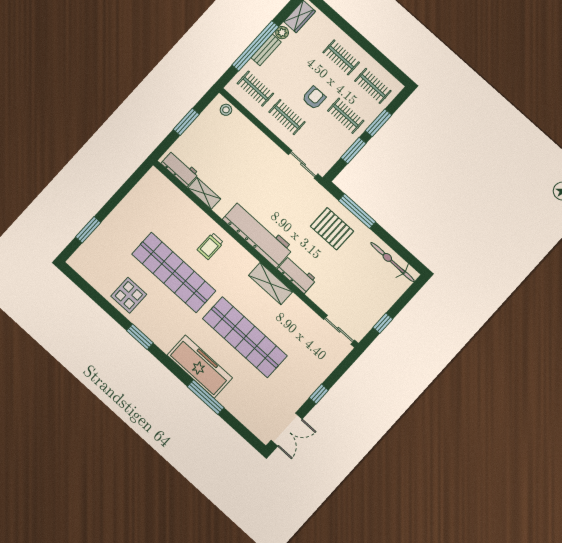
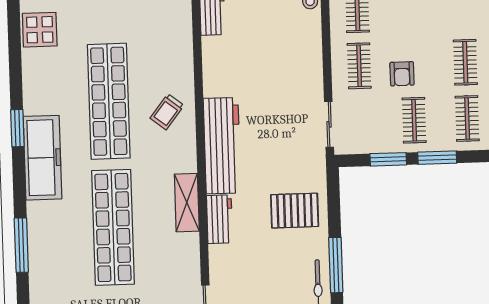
armchair: (314, 98) -> (402, 74), turned 90
shelving: (204, 193) -> (211, 58), removed
window: (357, 211) -> (336, 265), moved
pallet: (332, 229) -> (295, 211), turned 90
trolley: (210, 246) -> (167, 112), turned -52
display table: (129, 295) -> (40, 30), moved
freezer: (200, 367) -> (42, 158), moved

